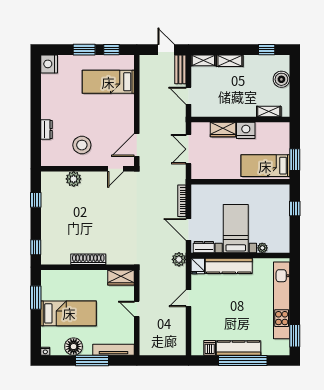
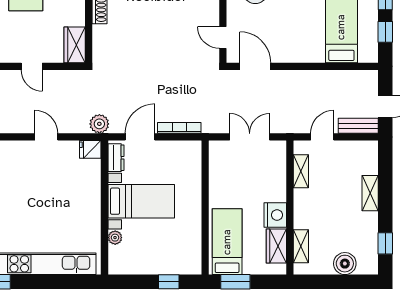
shelving: (203, 60) -> (301, 171), moved
wardrobe: (223, 129) -> (276, 246), moved
kitchen counter: (229, 266) -> (90, 192), removed
door: (137, 309) -> (32, 66), swing flipped

